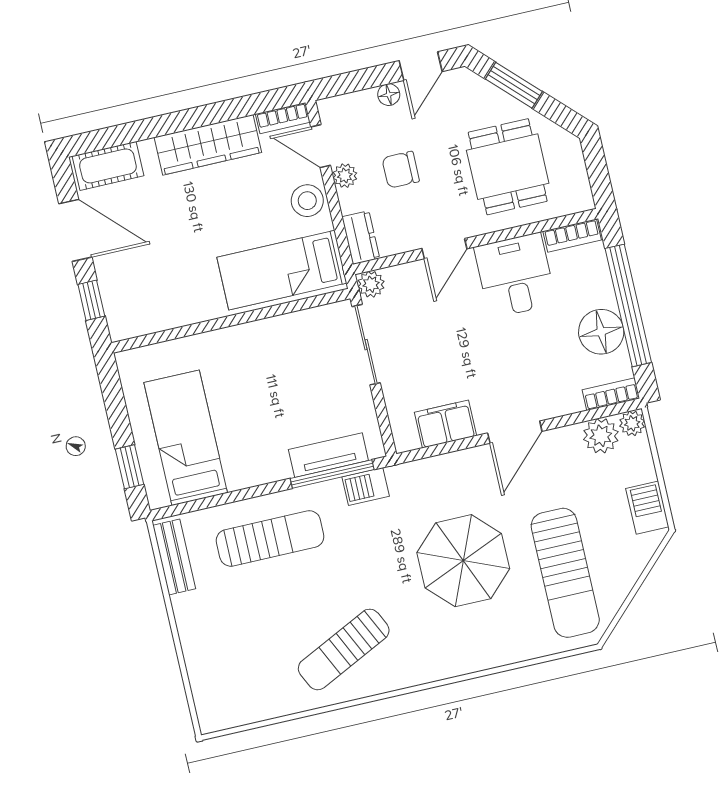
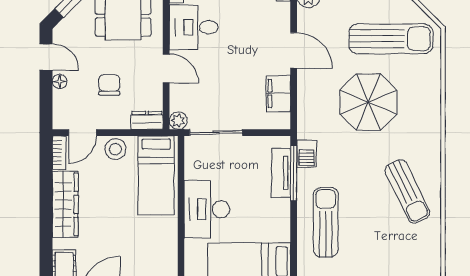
chair: (401, 170) -> (109, 85), turned 180
plant: (345, 176) -> (105, 121), removed
desk: (249, 357) -> (207, 209), added

